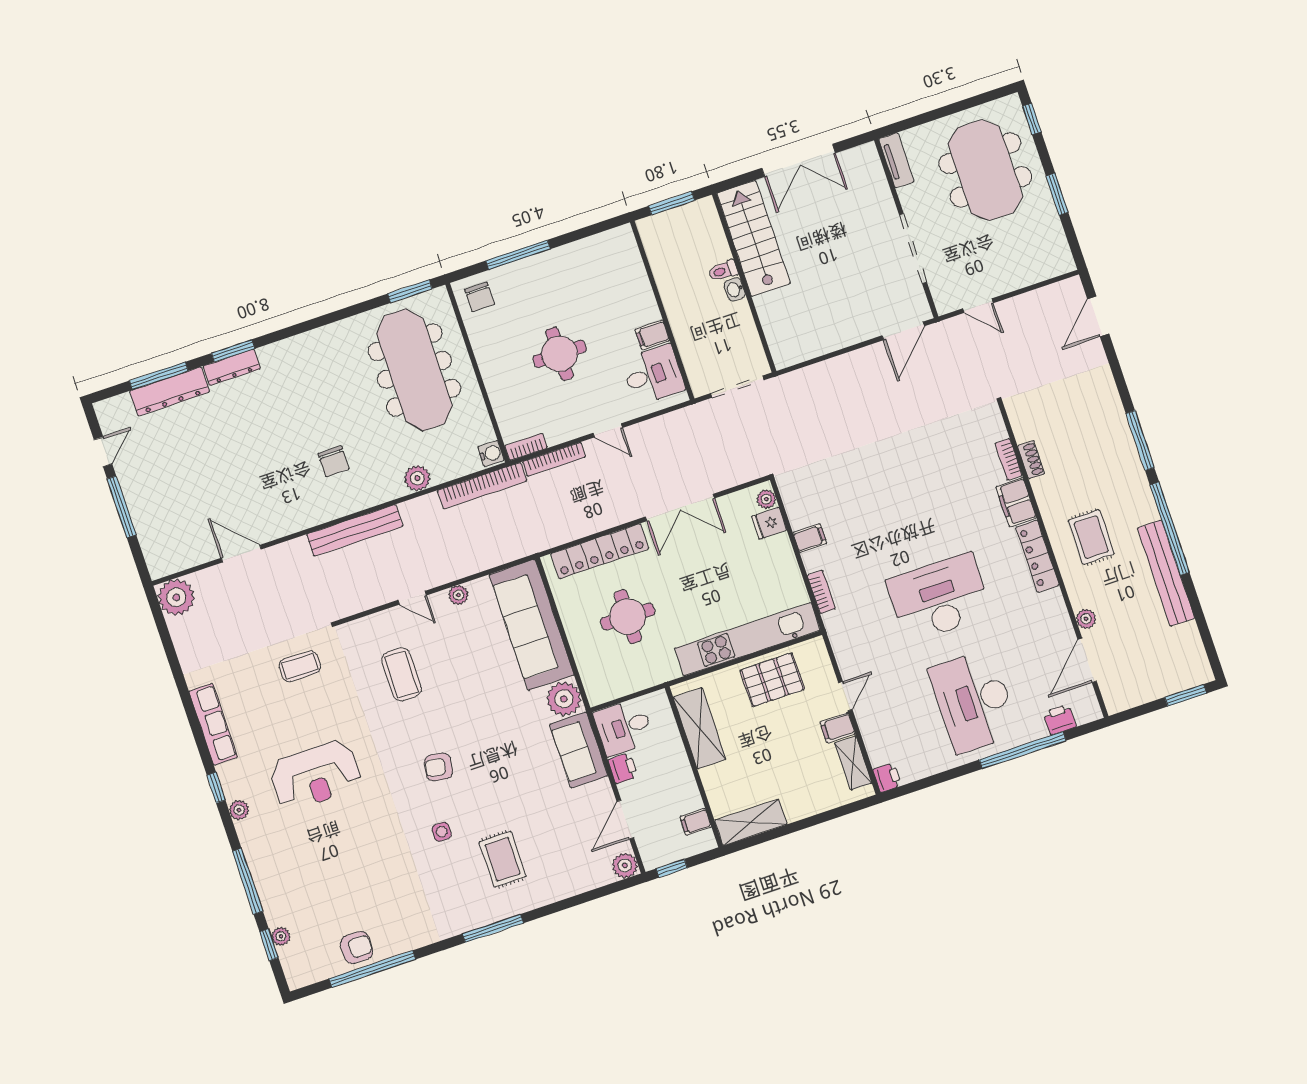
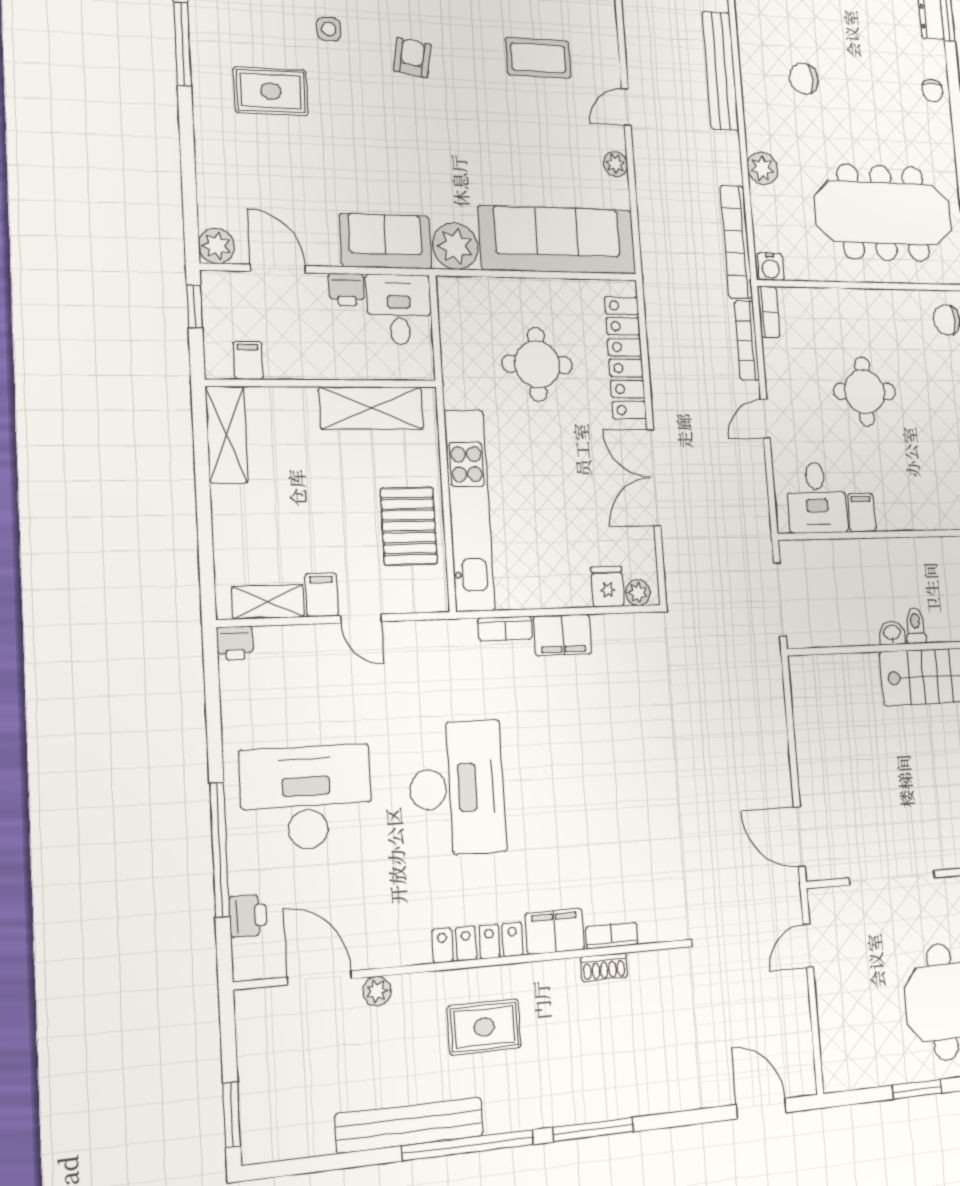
chair: (300, 350) -> (932, 91), added
filing cabinet: (810, 538) -> (563, 635), width x2.00

